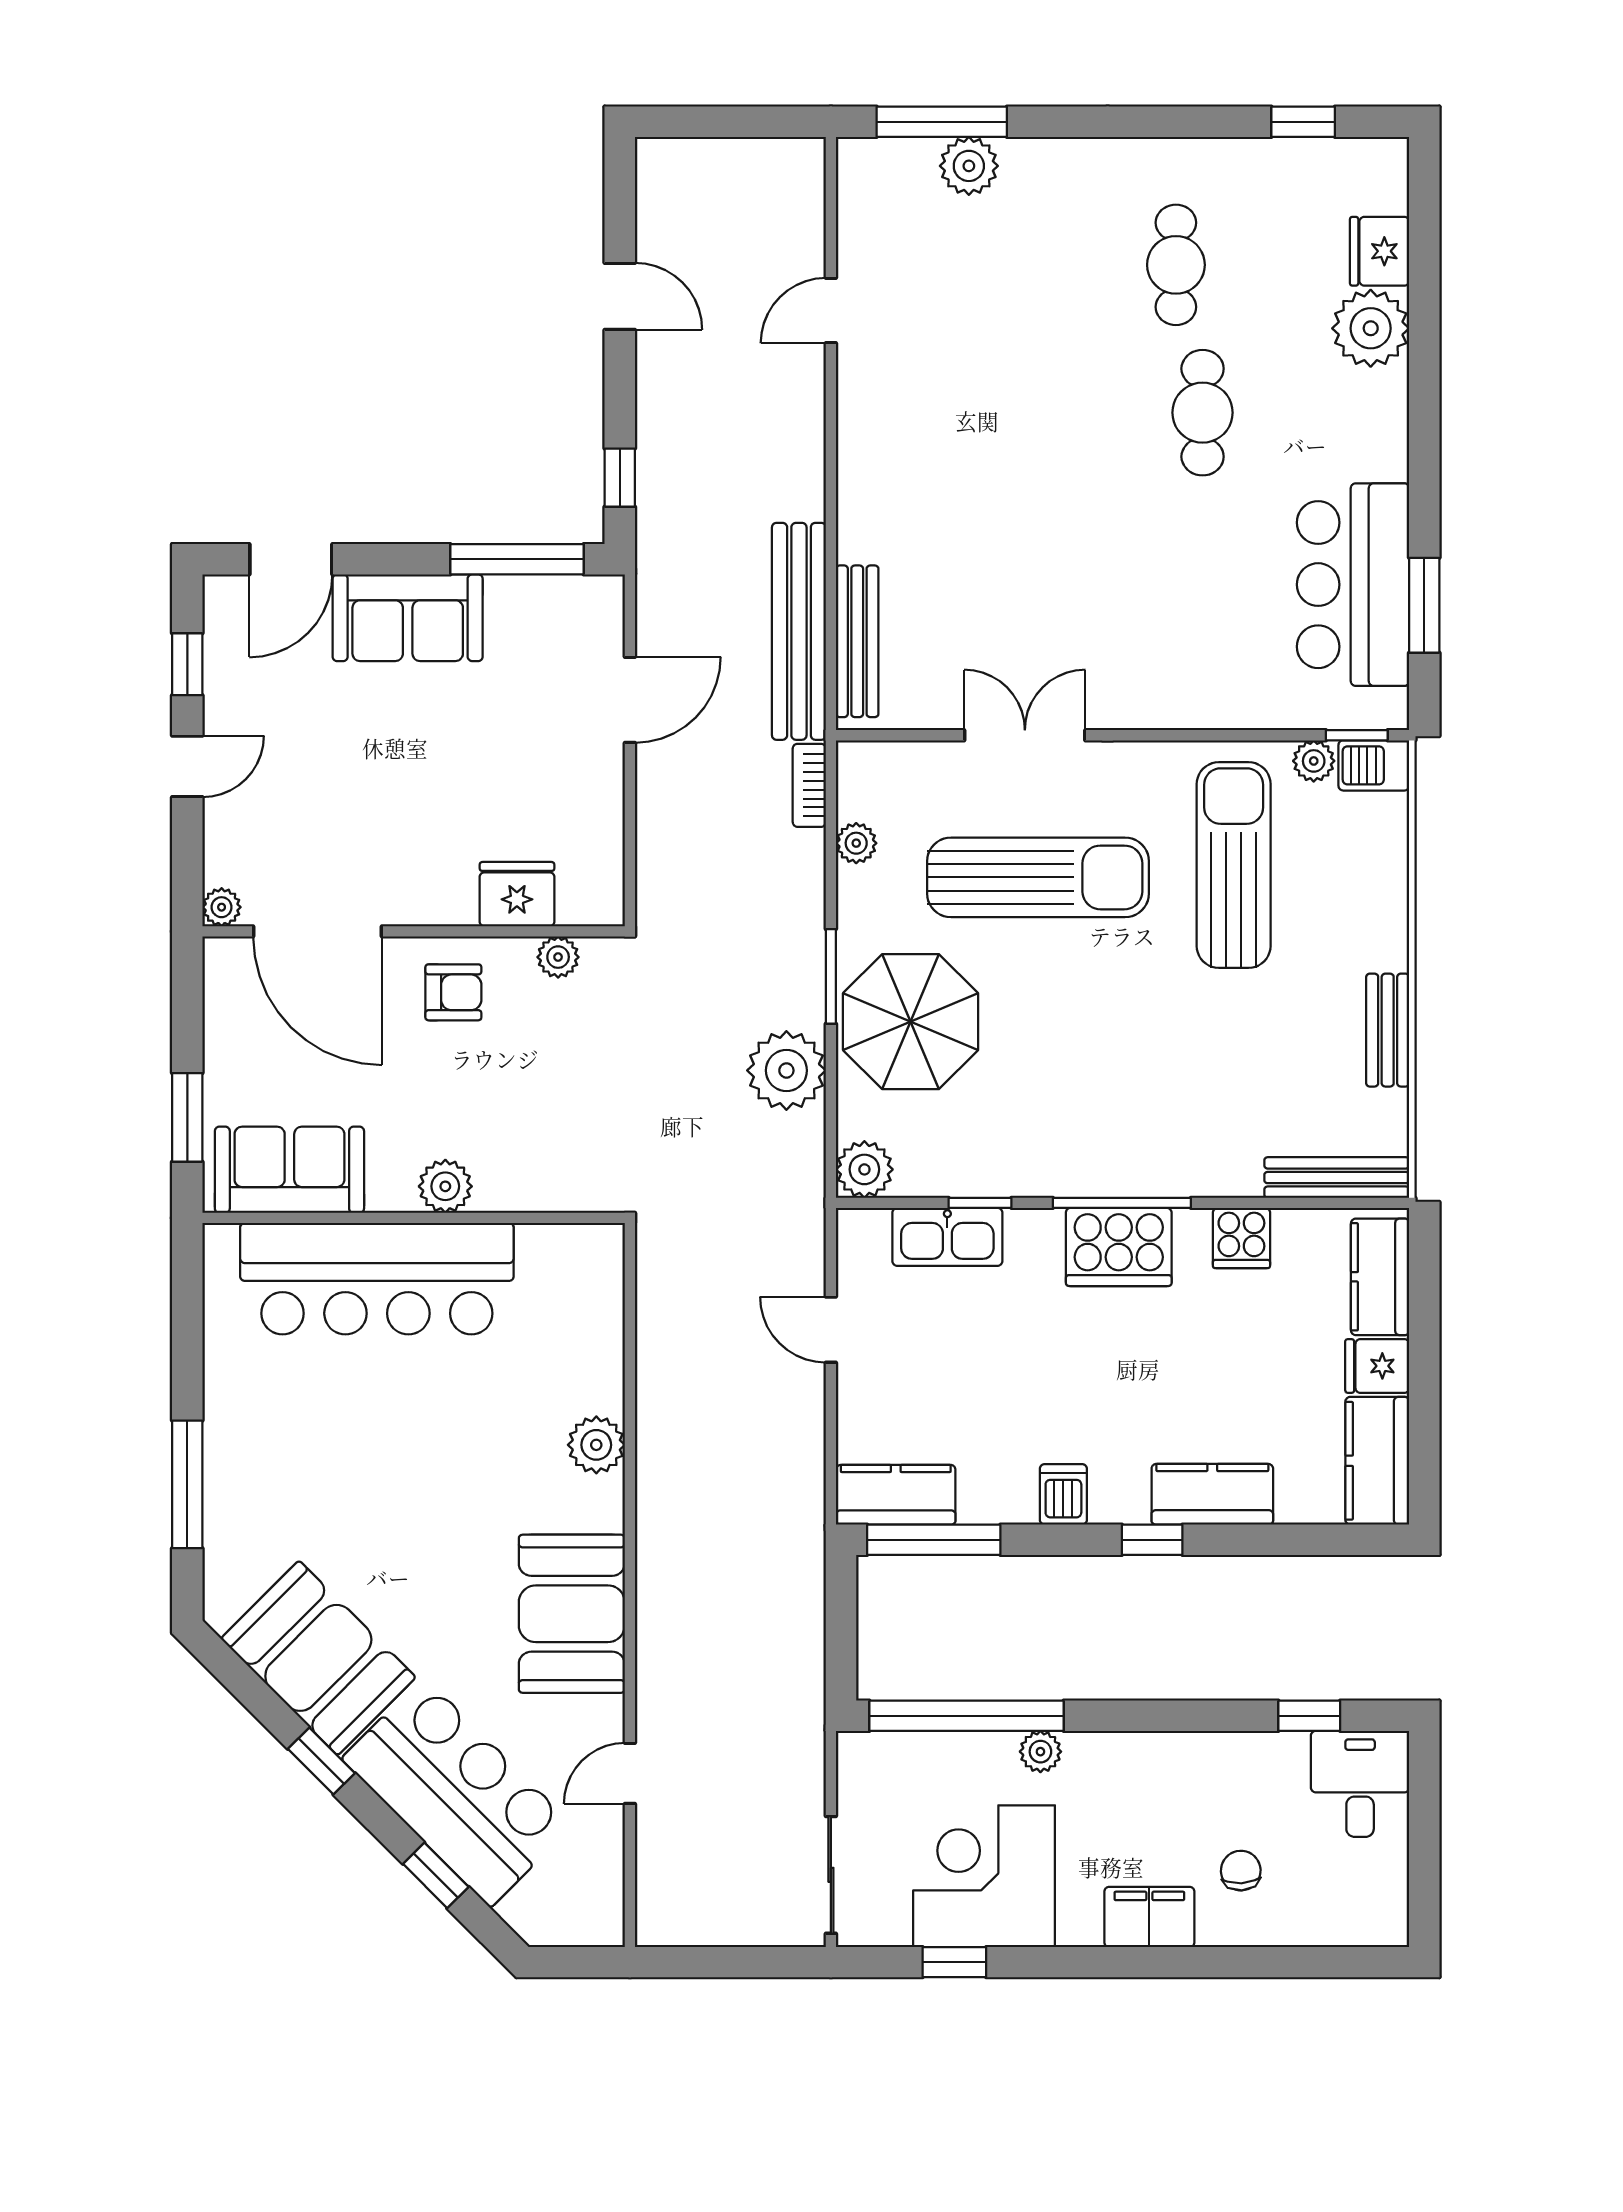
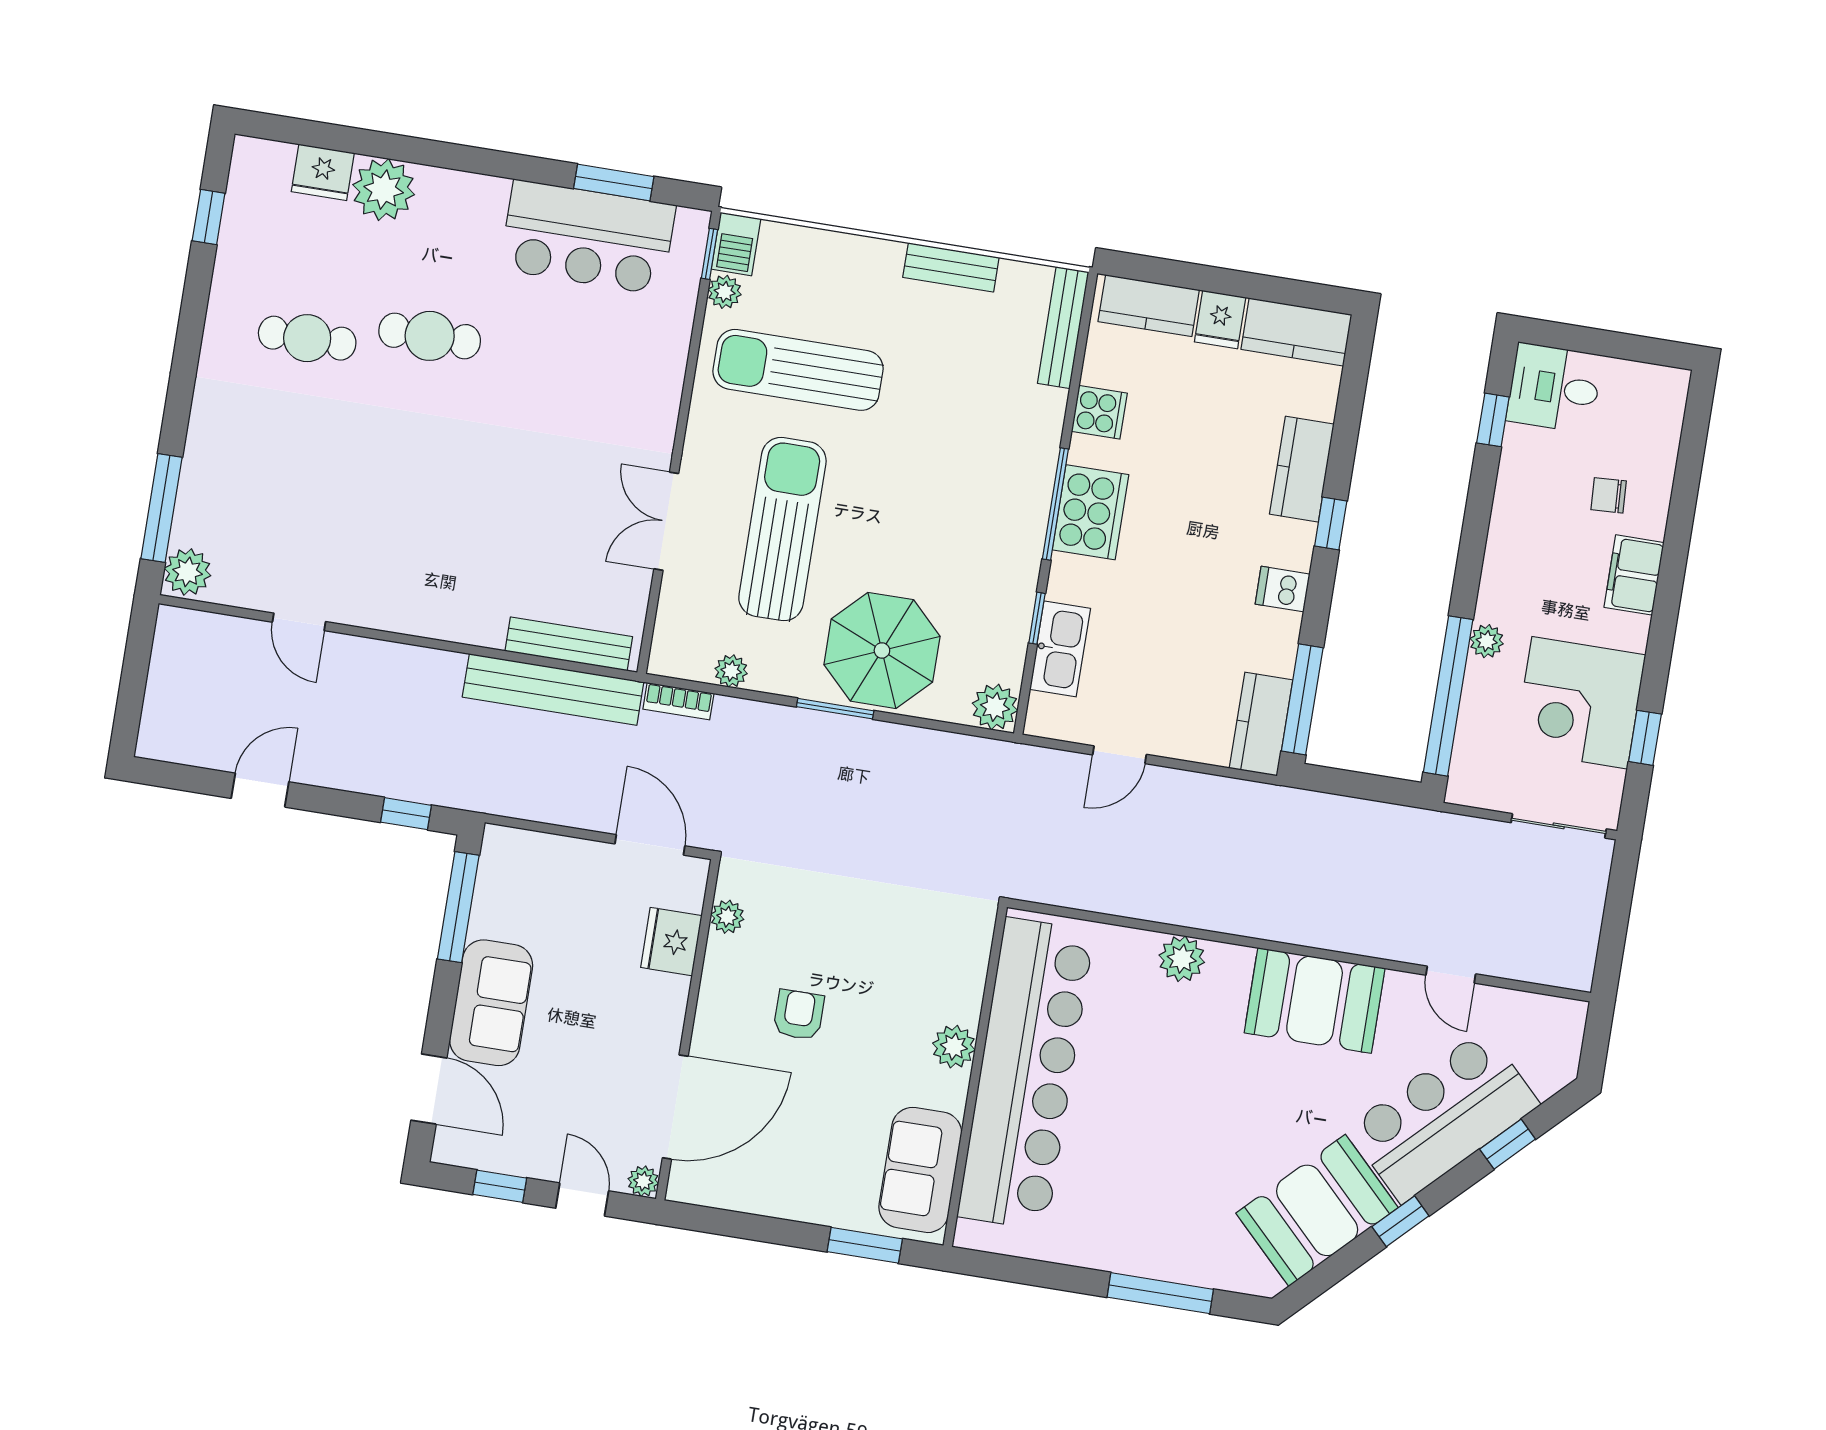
plant: (969, 166) -> (188, 572), moved
door: (630, 700) -> (650, 845), moved
fridge: (517, 894) -> (671, 942), moved
plant: (222, 907) -> (643, 1181), moved
door: (318, 931) -> (675, 1107), moved
wall: (414, 931) -> (688, 1030), moved
plant: (558, 957) -> (727, 917), moved
plant: (786, 1070) -> (905, 757), removed
bar counter: (377, 1279) -> (1026, 1074), width x1.36

